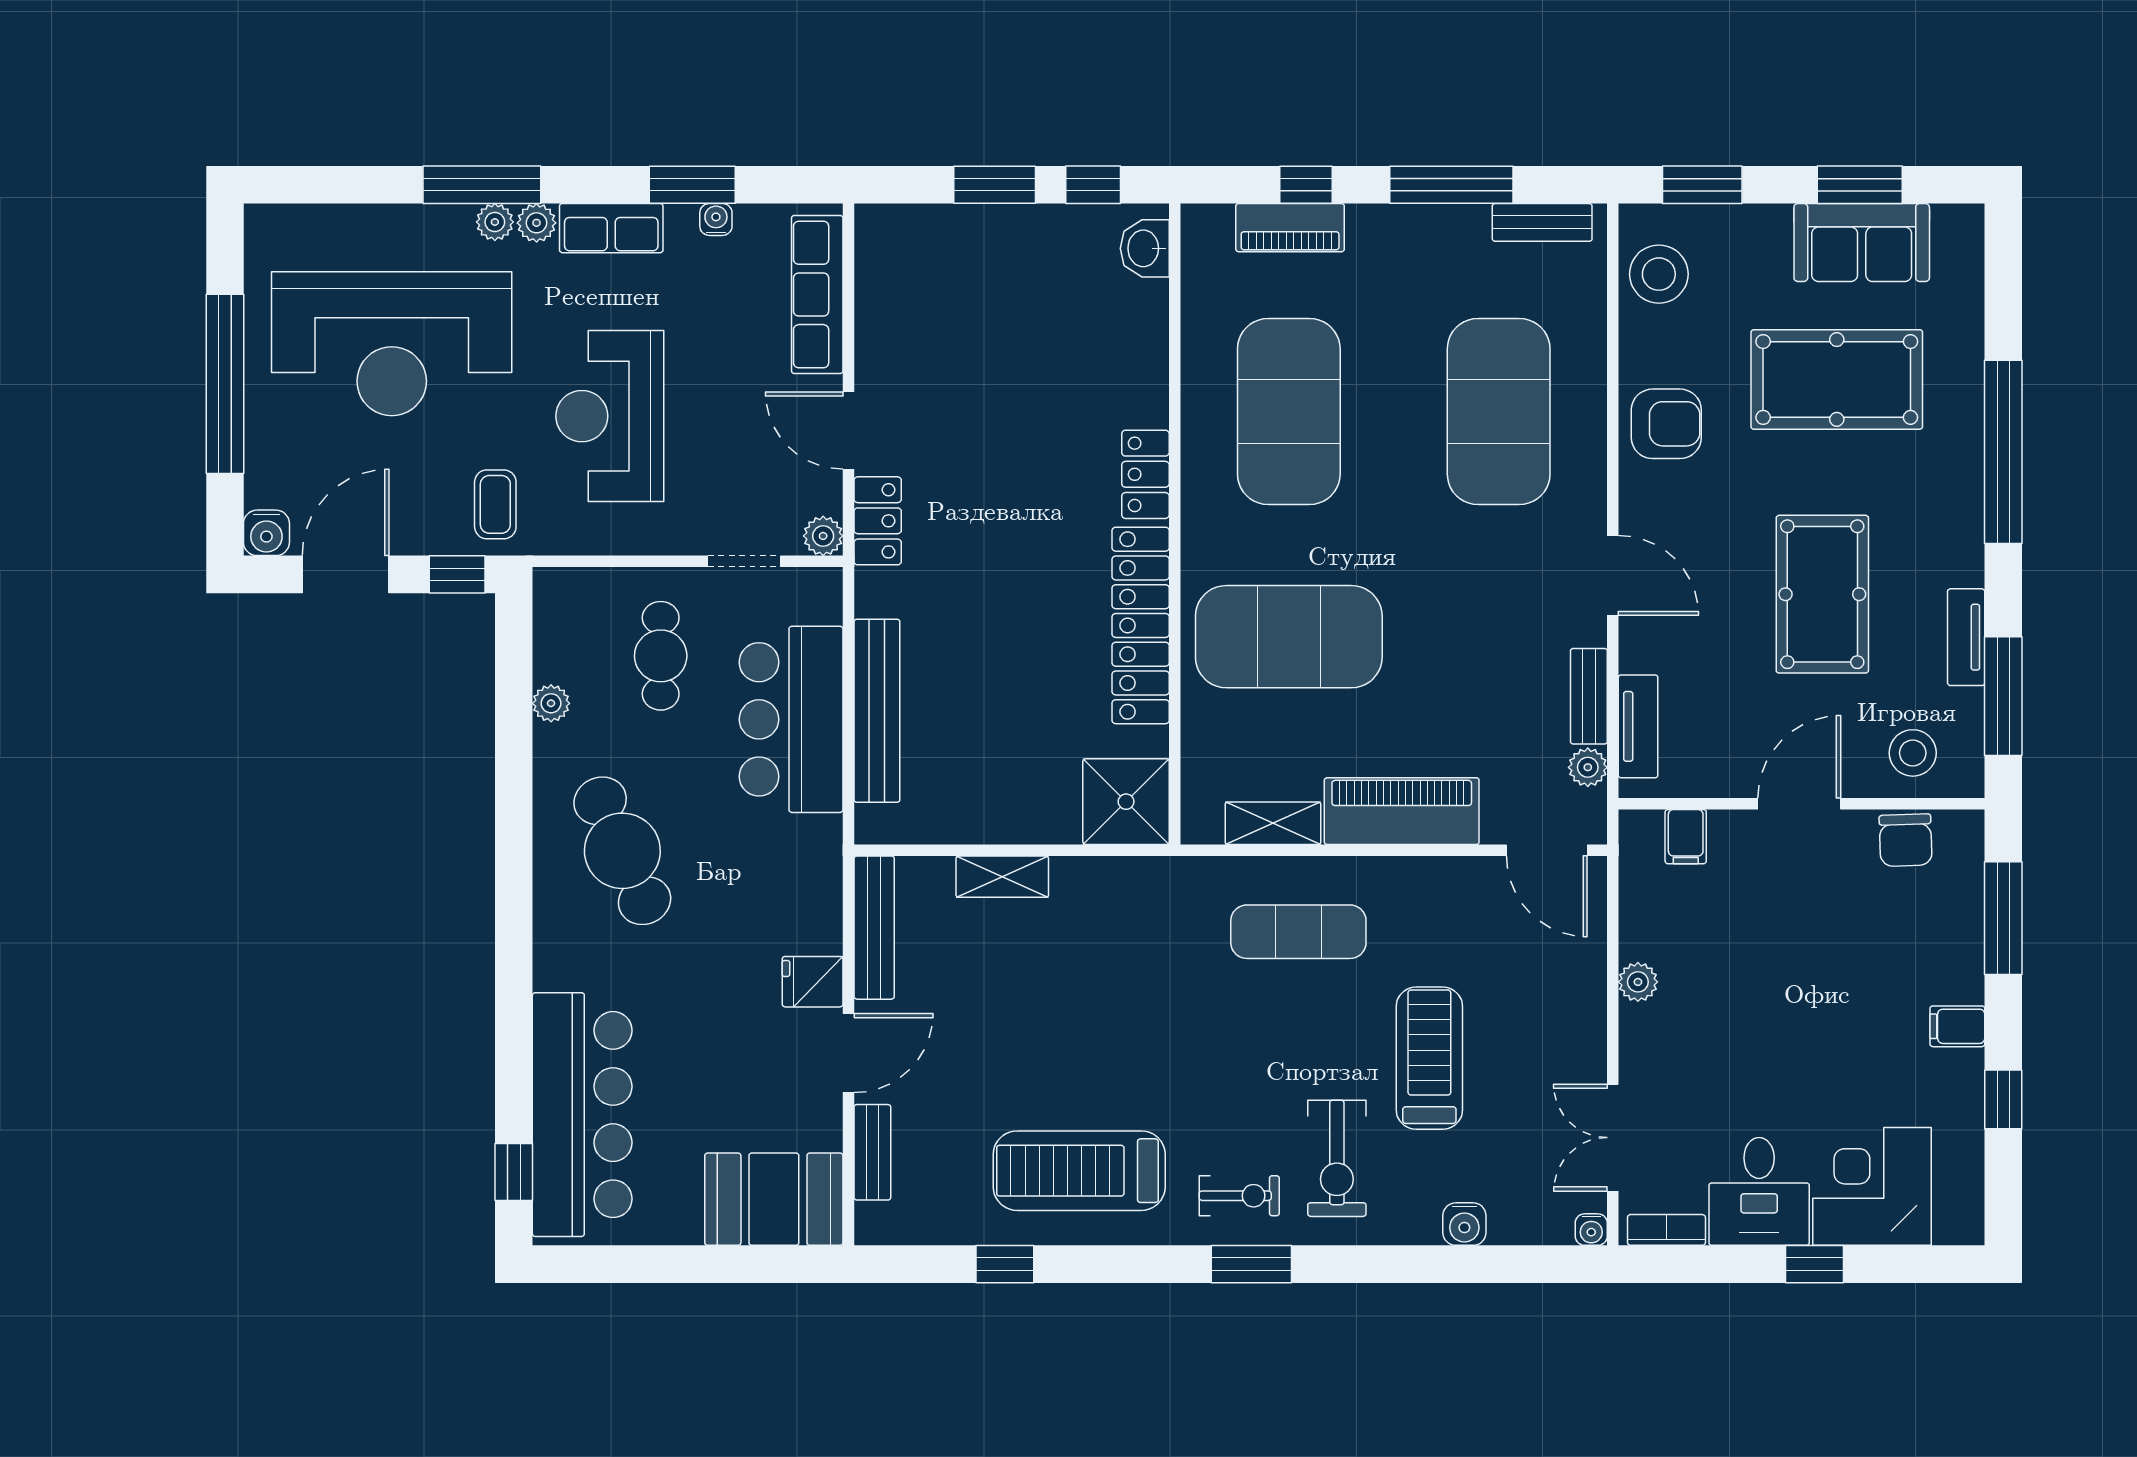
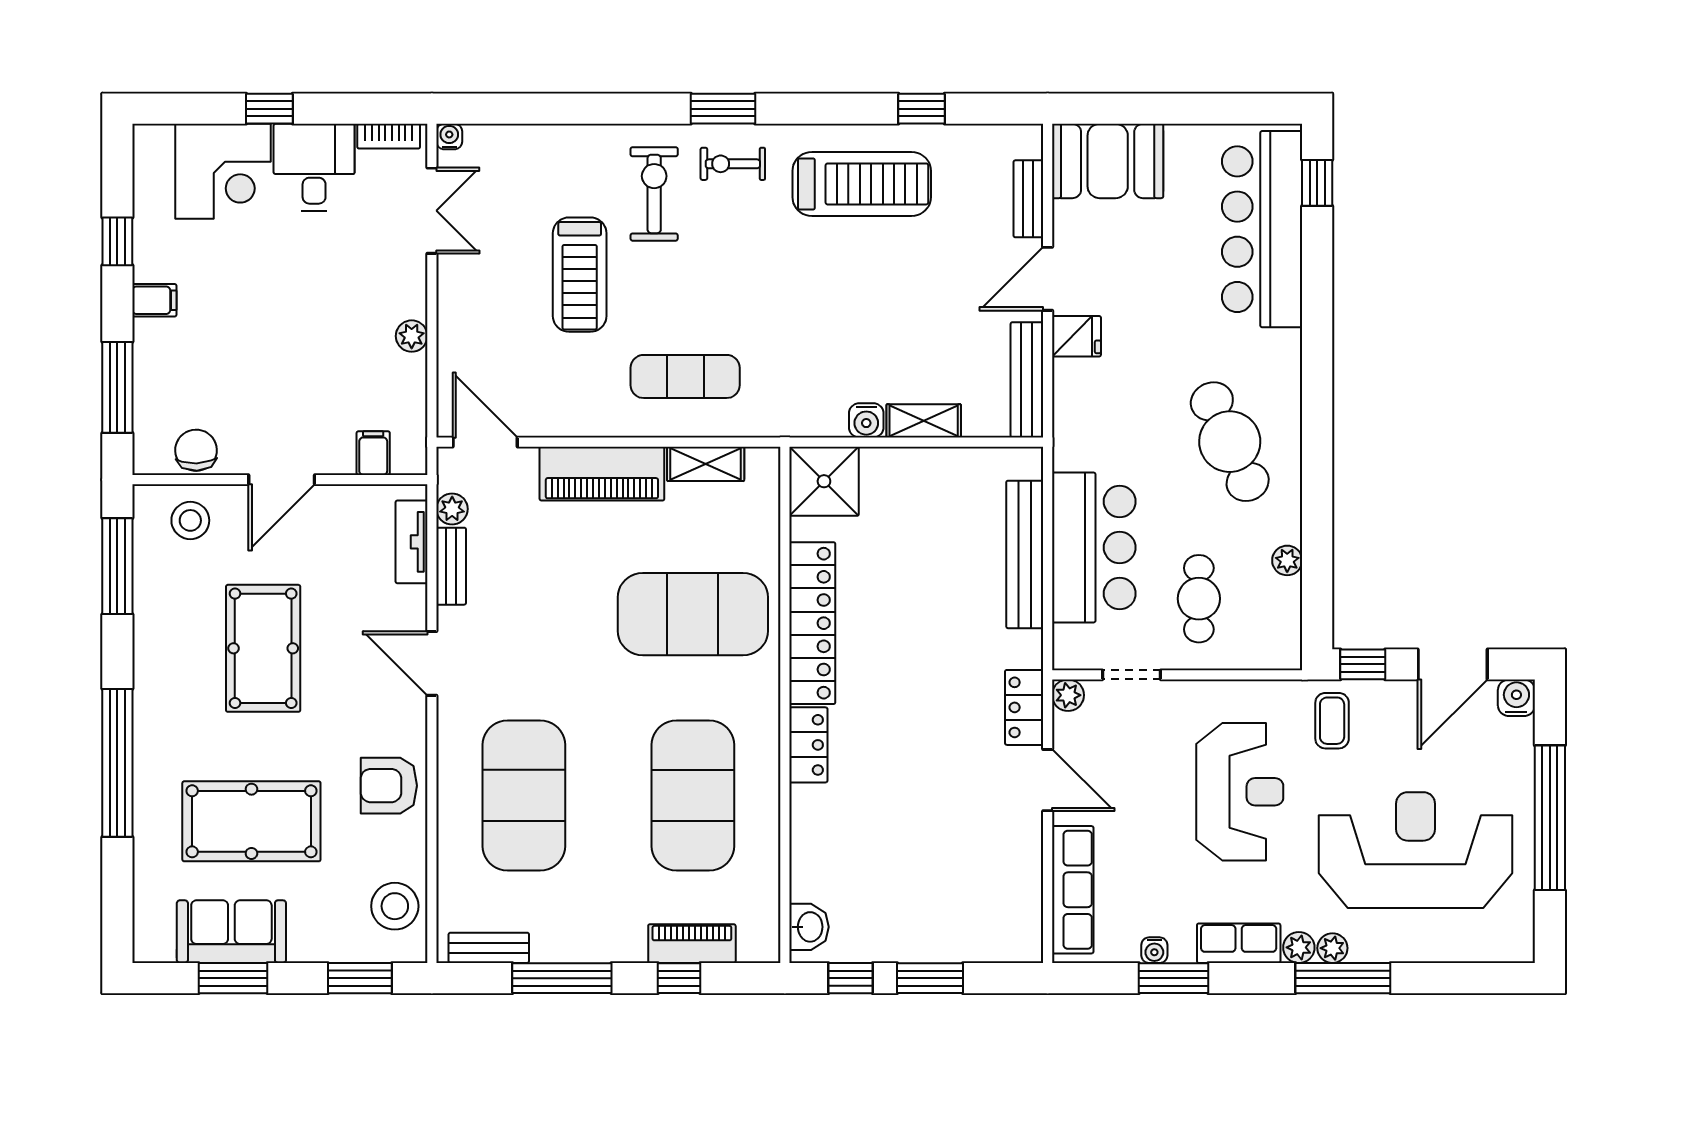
tv unit: (1966, 637) -> (147, 614), removed
water cooler: (1464, 1224) -> (866, 420), moved, turned 180

